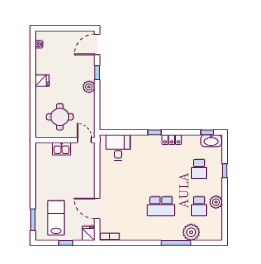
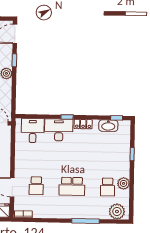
washbasin: (211, 141) -> (108, 126), moved
desk: (146, 146) -> (59, 130), added
school desk: (199, 169) -> (36, 186), moved
plant: (191, 232) -> (117, 212), moved

